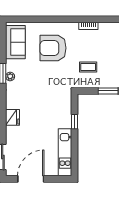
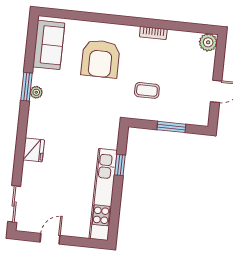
armchair: (53, 48) -> (100, 59), turned -90
kitchen unit: (65, 152) -> (103, 194), width x1.36
door: (31, 179) -> (50, 239), width x0.53

